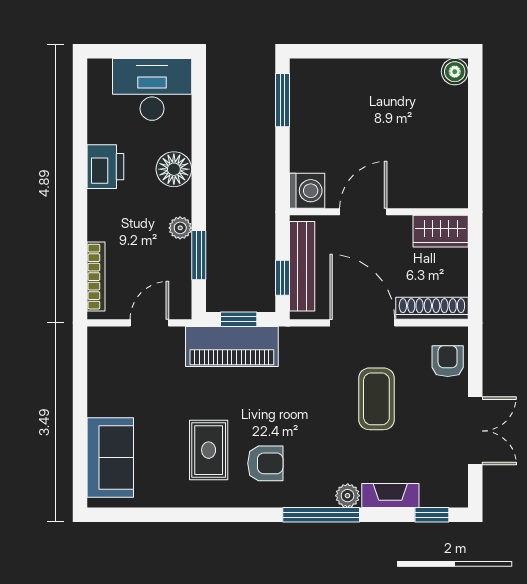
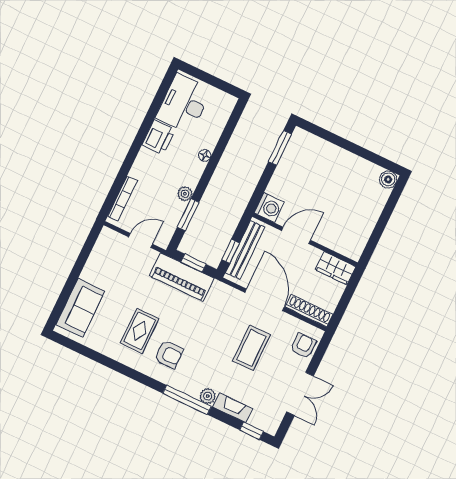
desk: (152, 89) -> (184, 104), moved, turned -90
floor lamp: (174, 169) -> (205, 155), width x0.53, depth x0.53

